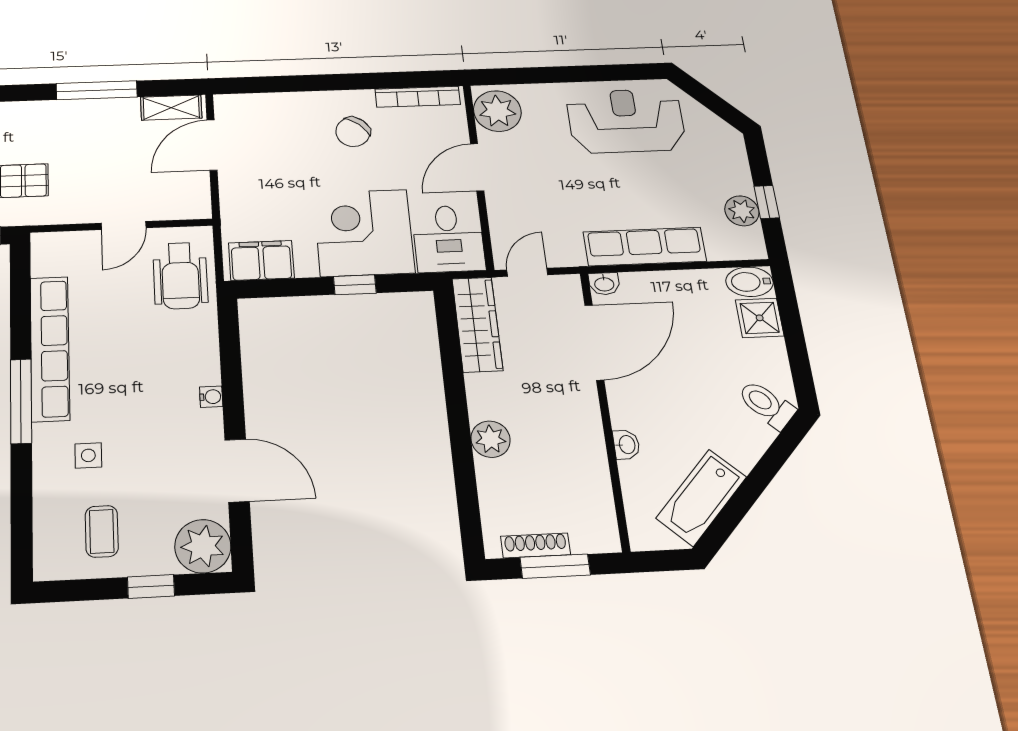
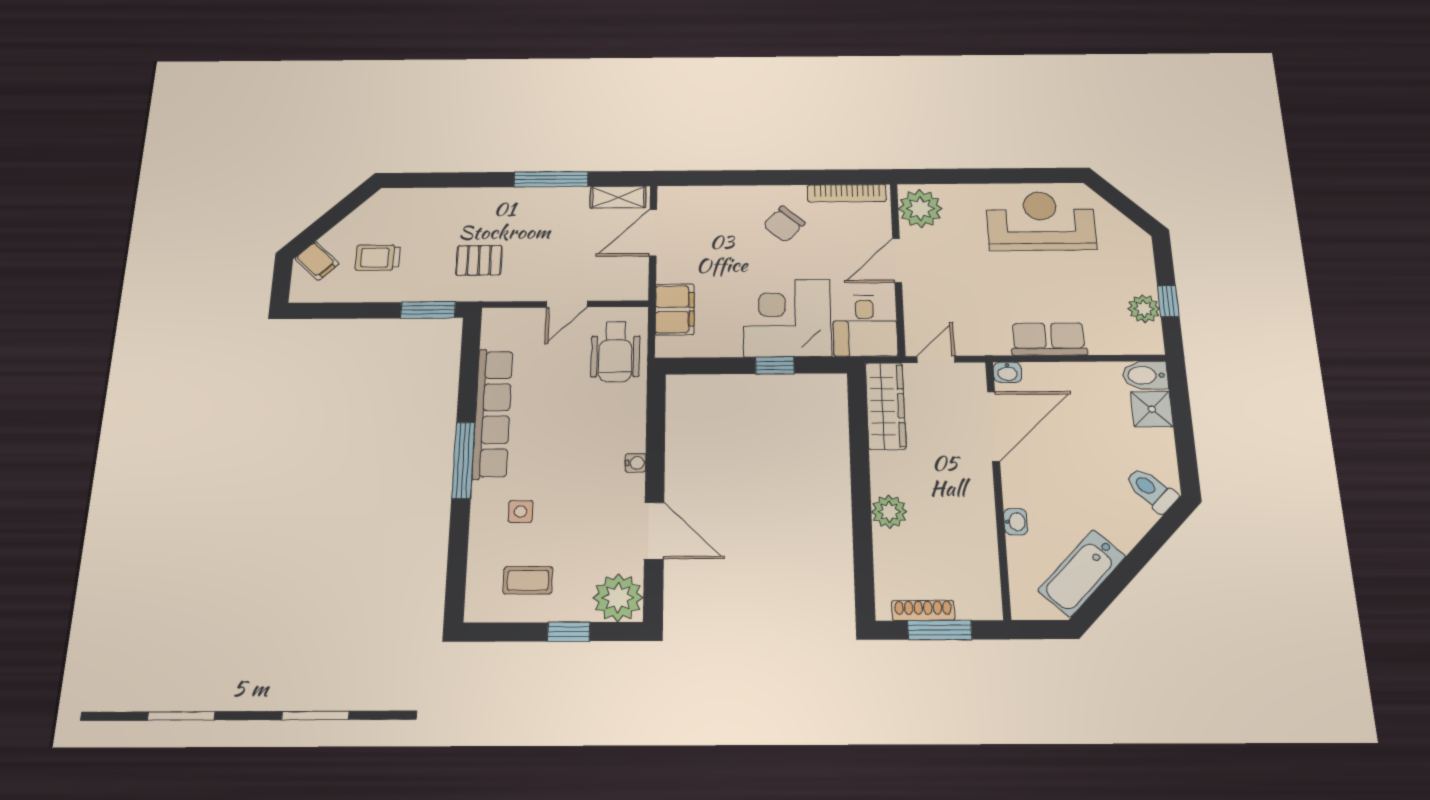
row of seats: (645, 247) -> (1049, 339), width x0.68
filing cabinet: (261, 260) -> (675, 309), moved, turned 90
coffee table: (102, 531) -> (528, 580), turned 90

